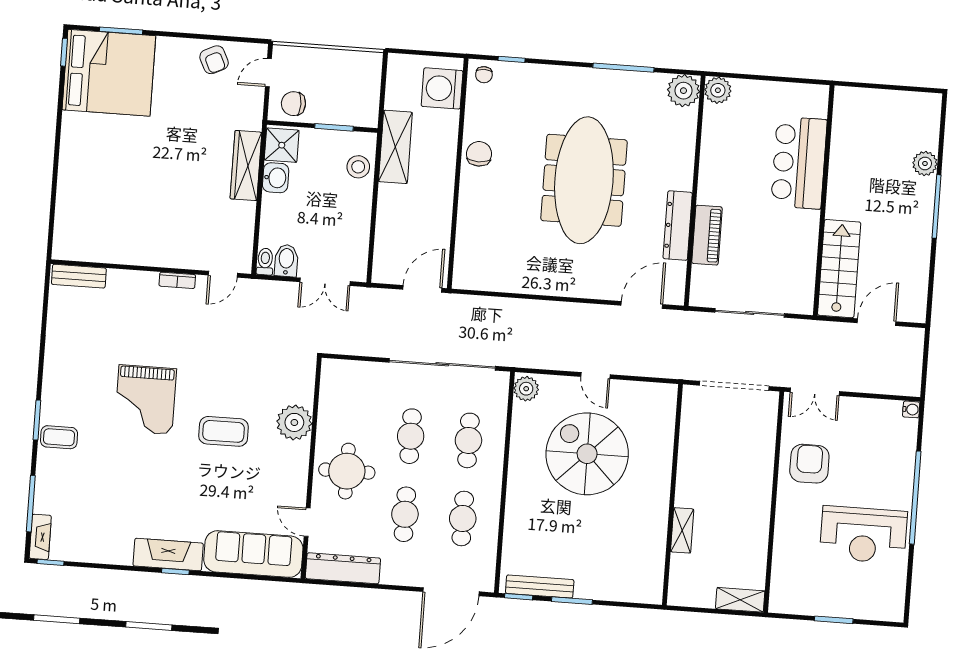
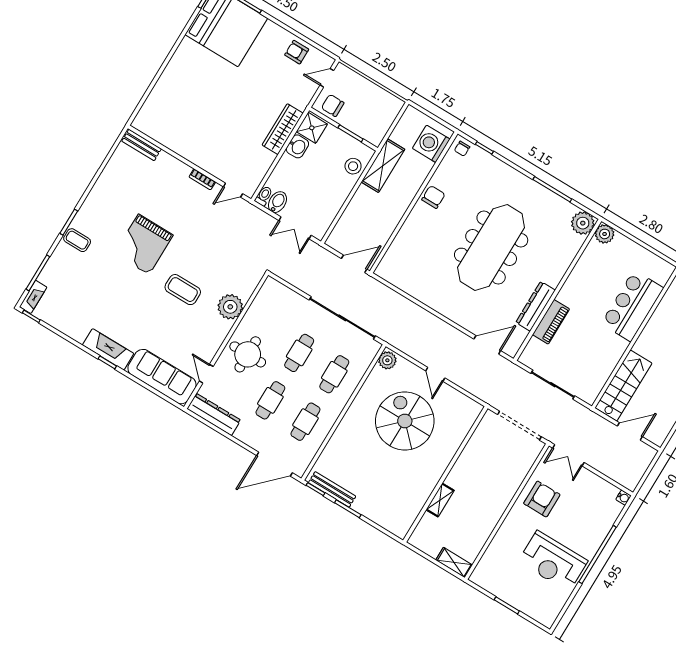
armchair: (214, 60) -> (297, 52), turned 115

